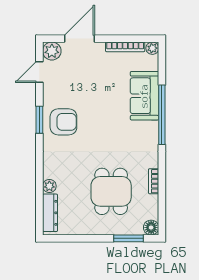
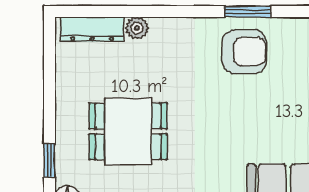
armchair: (63, 122) -> (244, 52), turned -90
window: (128, 238) -> (49, 161), width x0.67

